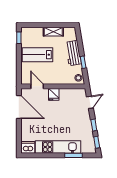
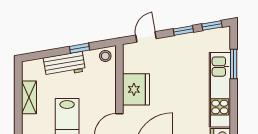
fridge: (54, 94) -> (136, 89), width x1.88, depth x1.34
door: (90, 102) -> (146, 37), hinge flipped

